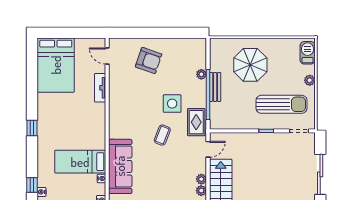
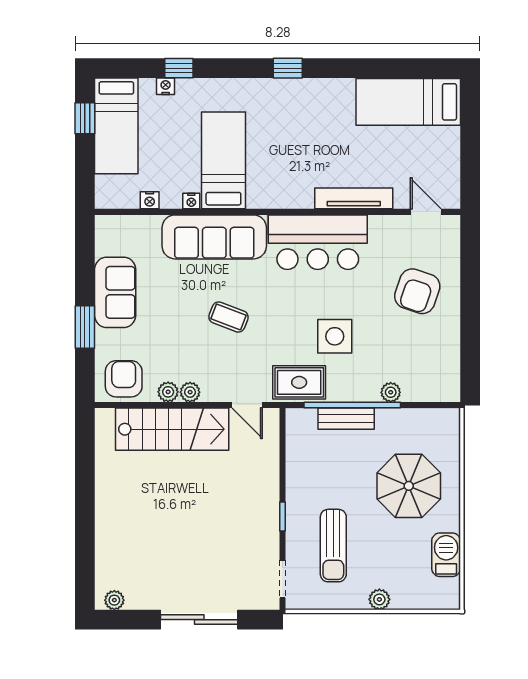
barbecue: (308, 53) -> (446, 555), moved, turned -90
door: (107, 56) -> (426, 212), hinge flipped
bed: (56, 65) -> (408, 102), width x0.67
bench: (215, 87) -> (346, 419), moved
tv unit: (100, 88) -> (354, 198), width x1.41
sun lounger: (281, 104) -> (333, 546), width x0.73, depth x0.75
bar counter: (123, 112) -> (318, 242), added
coffee table: (162, 135) -> (228, 317), moved

